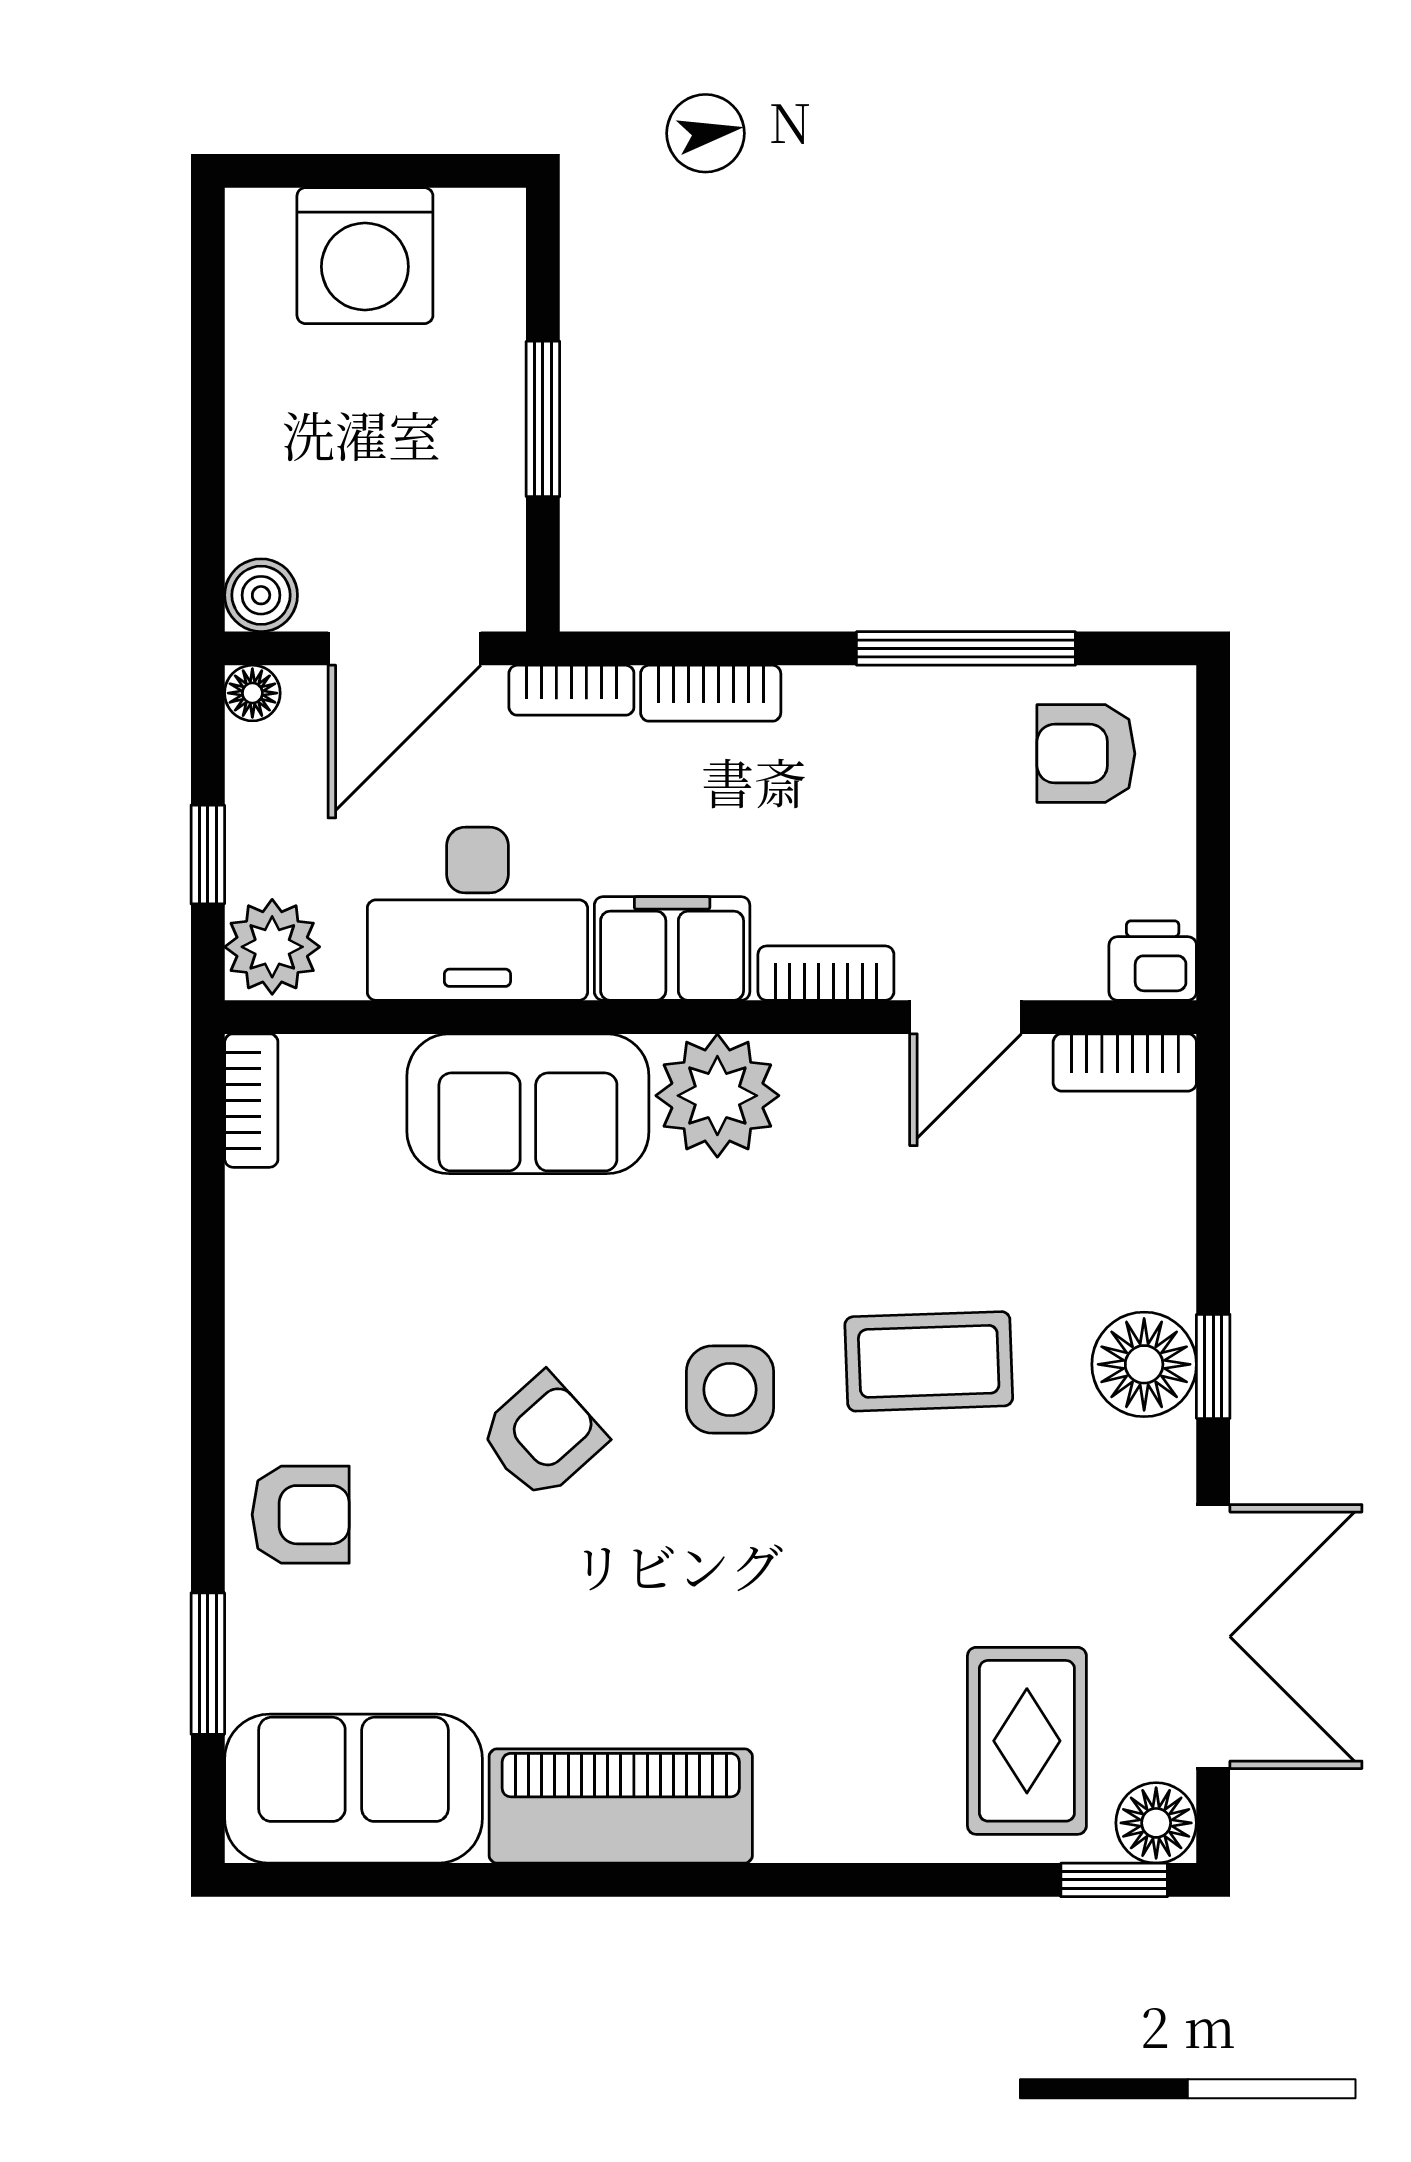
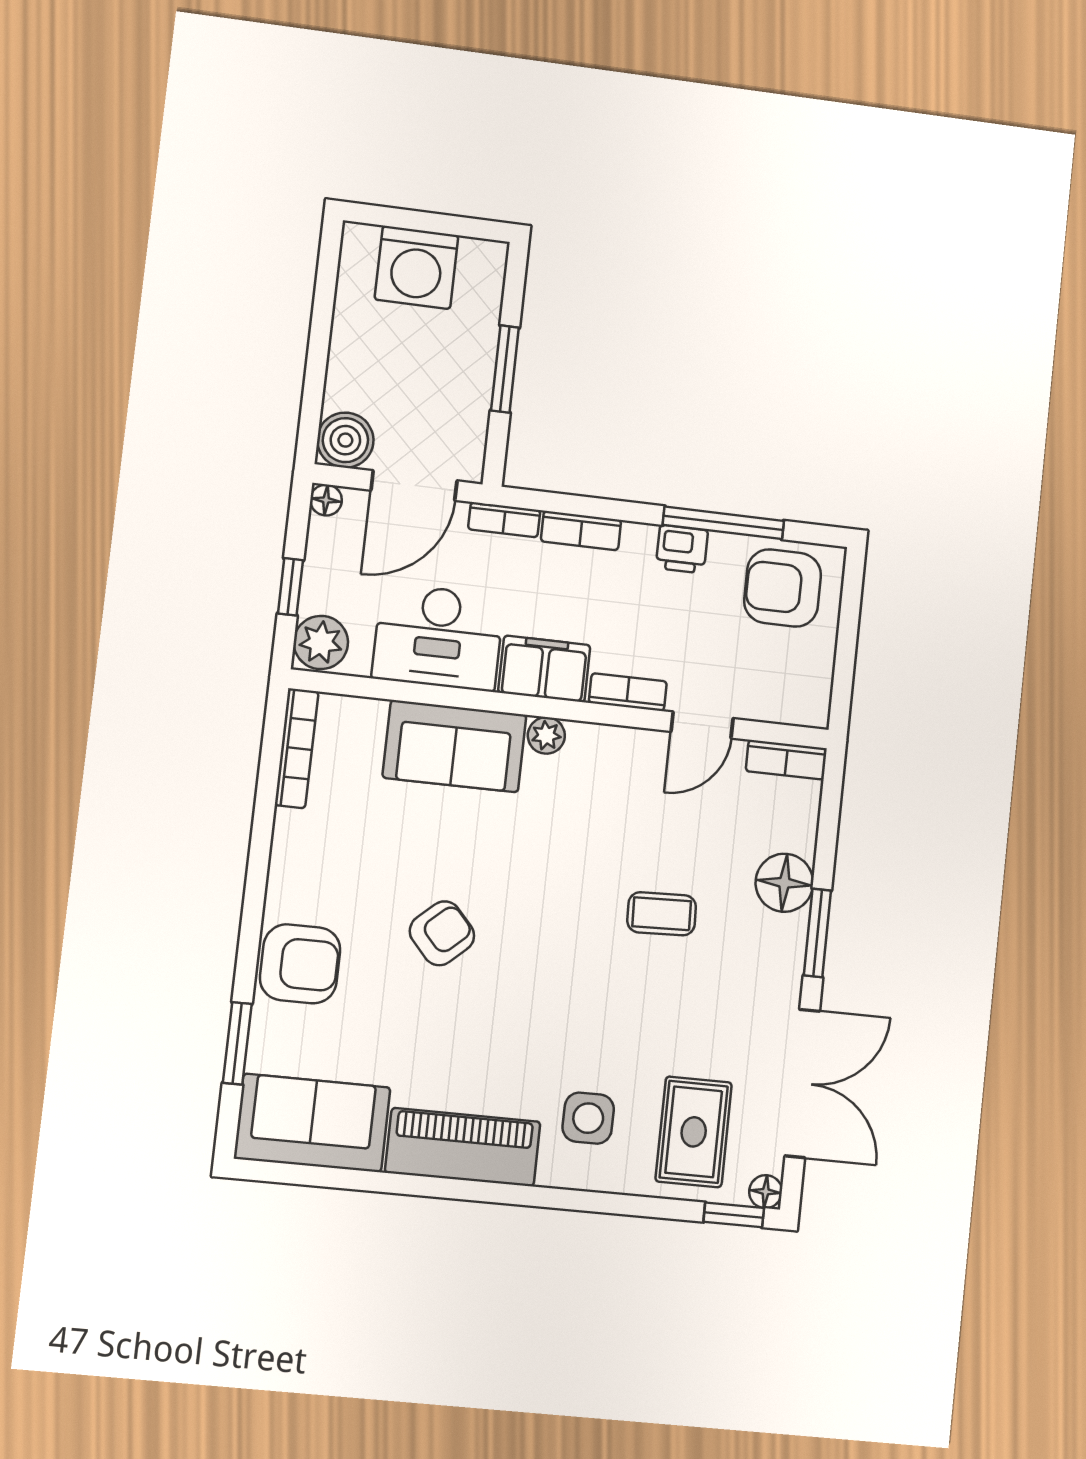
boiler: (261, 595) -> (345, 440), width x1.36, depth x1.36
armchair: (1086, 754) -> (783, 588), width x1.38, depth x1.38
printer: (1153, 961) -> (682, 549), moved, turned 180
plant: (717, 1096) -> (546, 735), width x0.53, depth x0.53
bookcase: (251, 1101) -> (297, 748), width x1.56
coffee table: (929, 1361) -> (662, 914), width x0.73, depth x0.77
floor lamp: (1144, 1364) -> (784, 883), moved
window: (1213, 1366) -> (817, 933), width x1.50
side table: (730, 1389) -> (588, 1118), moved
armchair: (301, 1515) -> (300, 964), width x1.38, depth x1.38
floor lamp: (1156, 1823) -> (766, 1192), width x0.73, depth x0.73

